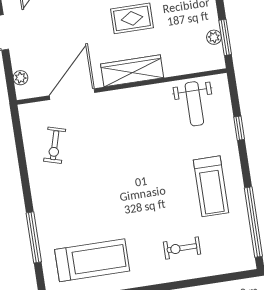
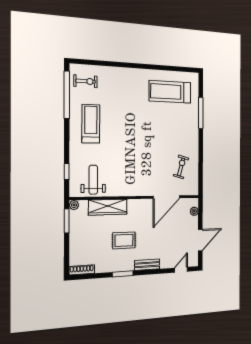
plant: (214, 37) -> (74, 205), moved
wardrobe: (132, 71) -> (108, 207), moved
window: (239, 128) -> (67, 172), moved
exercise bike: (182, 248) -> (86, 81), moved

